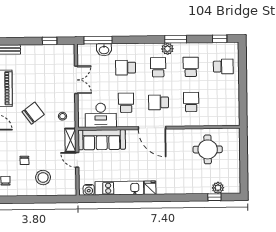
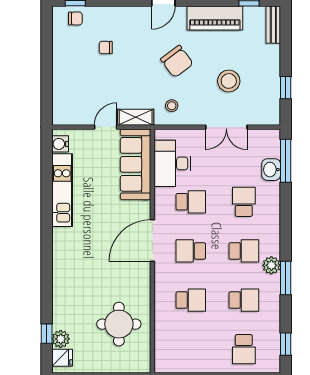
school desk: (159, 102) -> (191, 251), turned -90
stool: (43, 178) -> (229, 81), moved
fridge: (150, 188) -> (62, 358), moved

